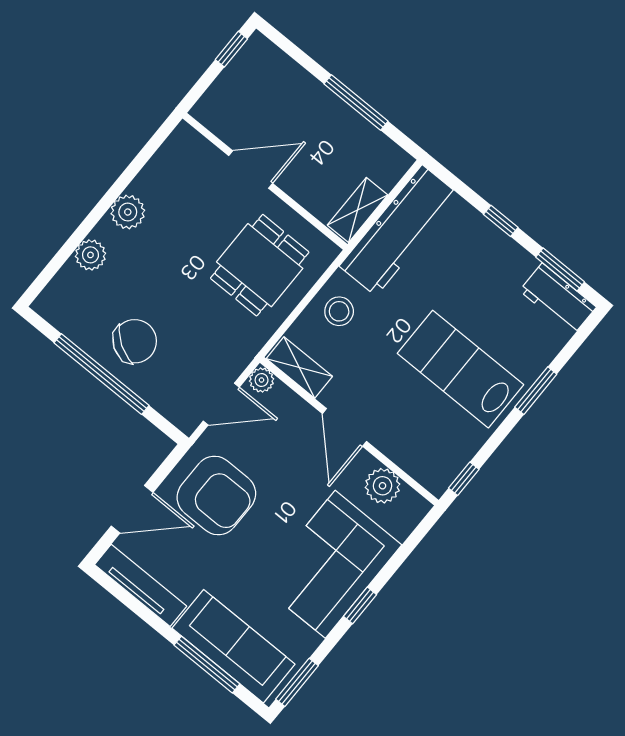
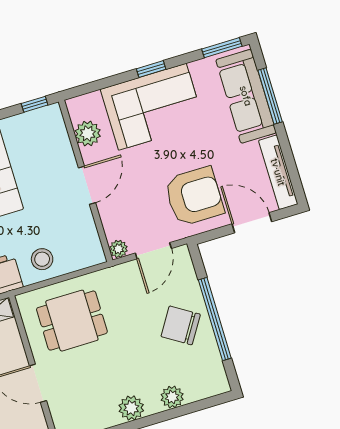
shelving: (299, 367) -> (90, 241), removed
door: (221, 404) -> (153, 251), swing flipped
armchair: (216, 496) -> (194, 196), turned 90

